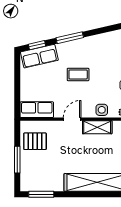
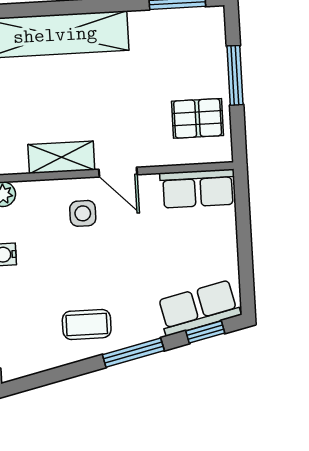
coffee table: (78, 74) -> (87, 324), moved
side table: (102, 110) -> (83, 213), moved
door: (72, 119) -> (118, 172), hinge flipped

